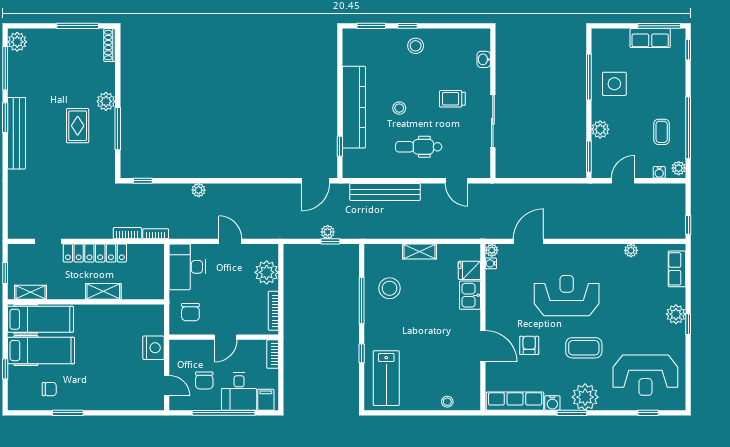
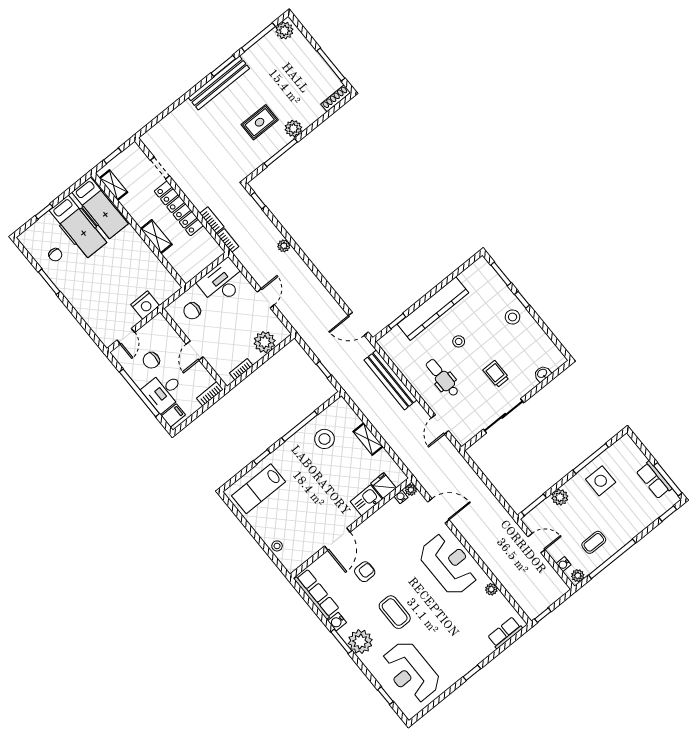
plant: (328, 232) -> (329, 362), removed
reception desk: (567, 296) -> (449, 564), moved
bookcase: (273, 311) -> (241, 369), width x0.64
plant: (676, 314) -> (472, 658), removed
door: (226, 337) -> (195, 351), hinge flipped

